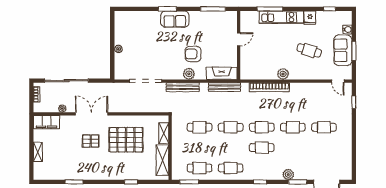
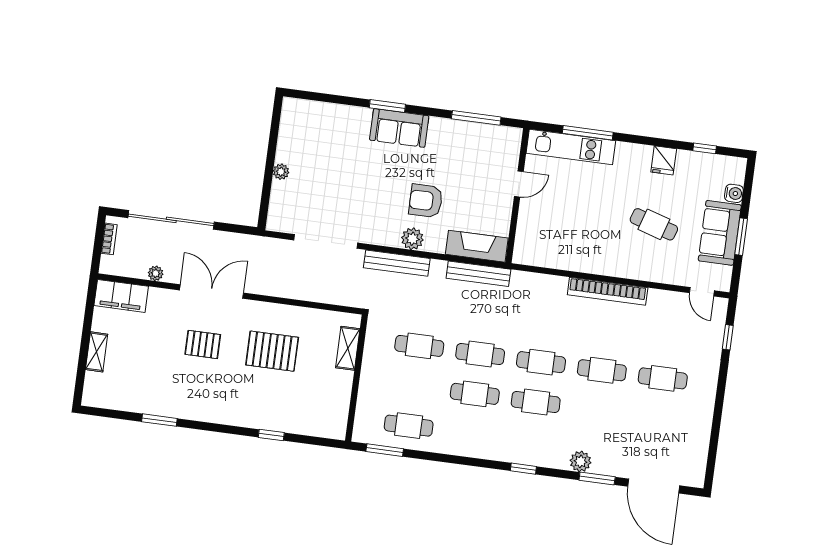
kitchen unit: (281, 17) -> (571, 147), moved
plant: (283, 74) -> (597, 263), removed
bookcase: (269, 87) -> (608, 291), moved
pallet: (126, 140) -> (272, 351), width x0.73, depth x0.71
shelving: (162, 160) -> (338, 401), removed
cafe table: (231, 168) -> (475, 394), moved

